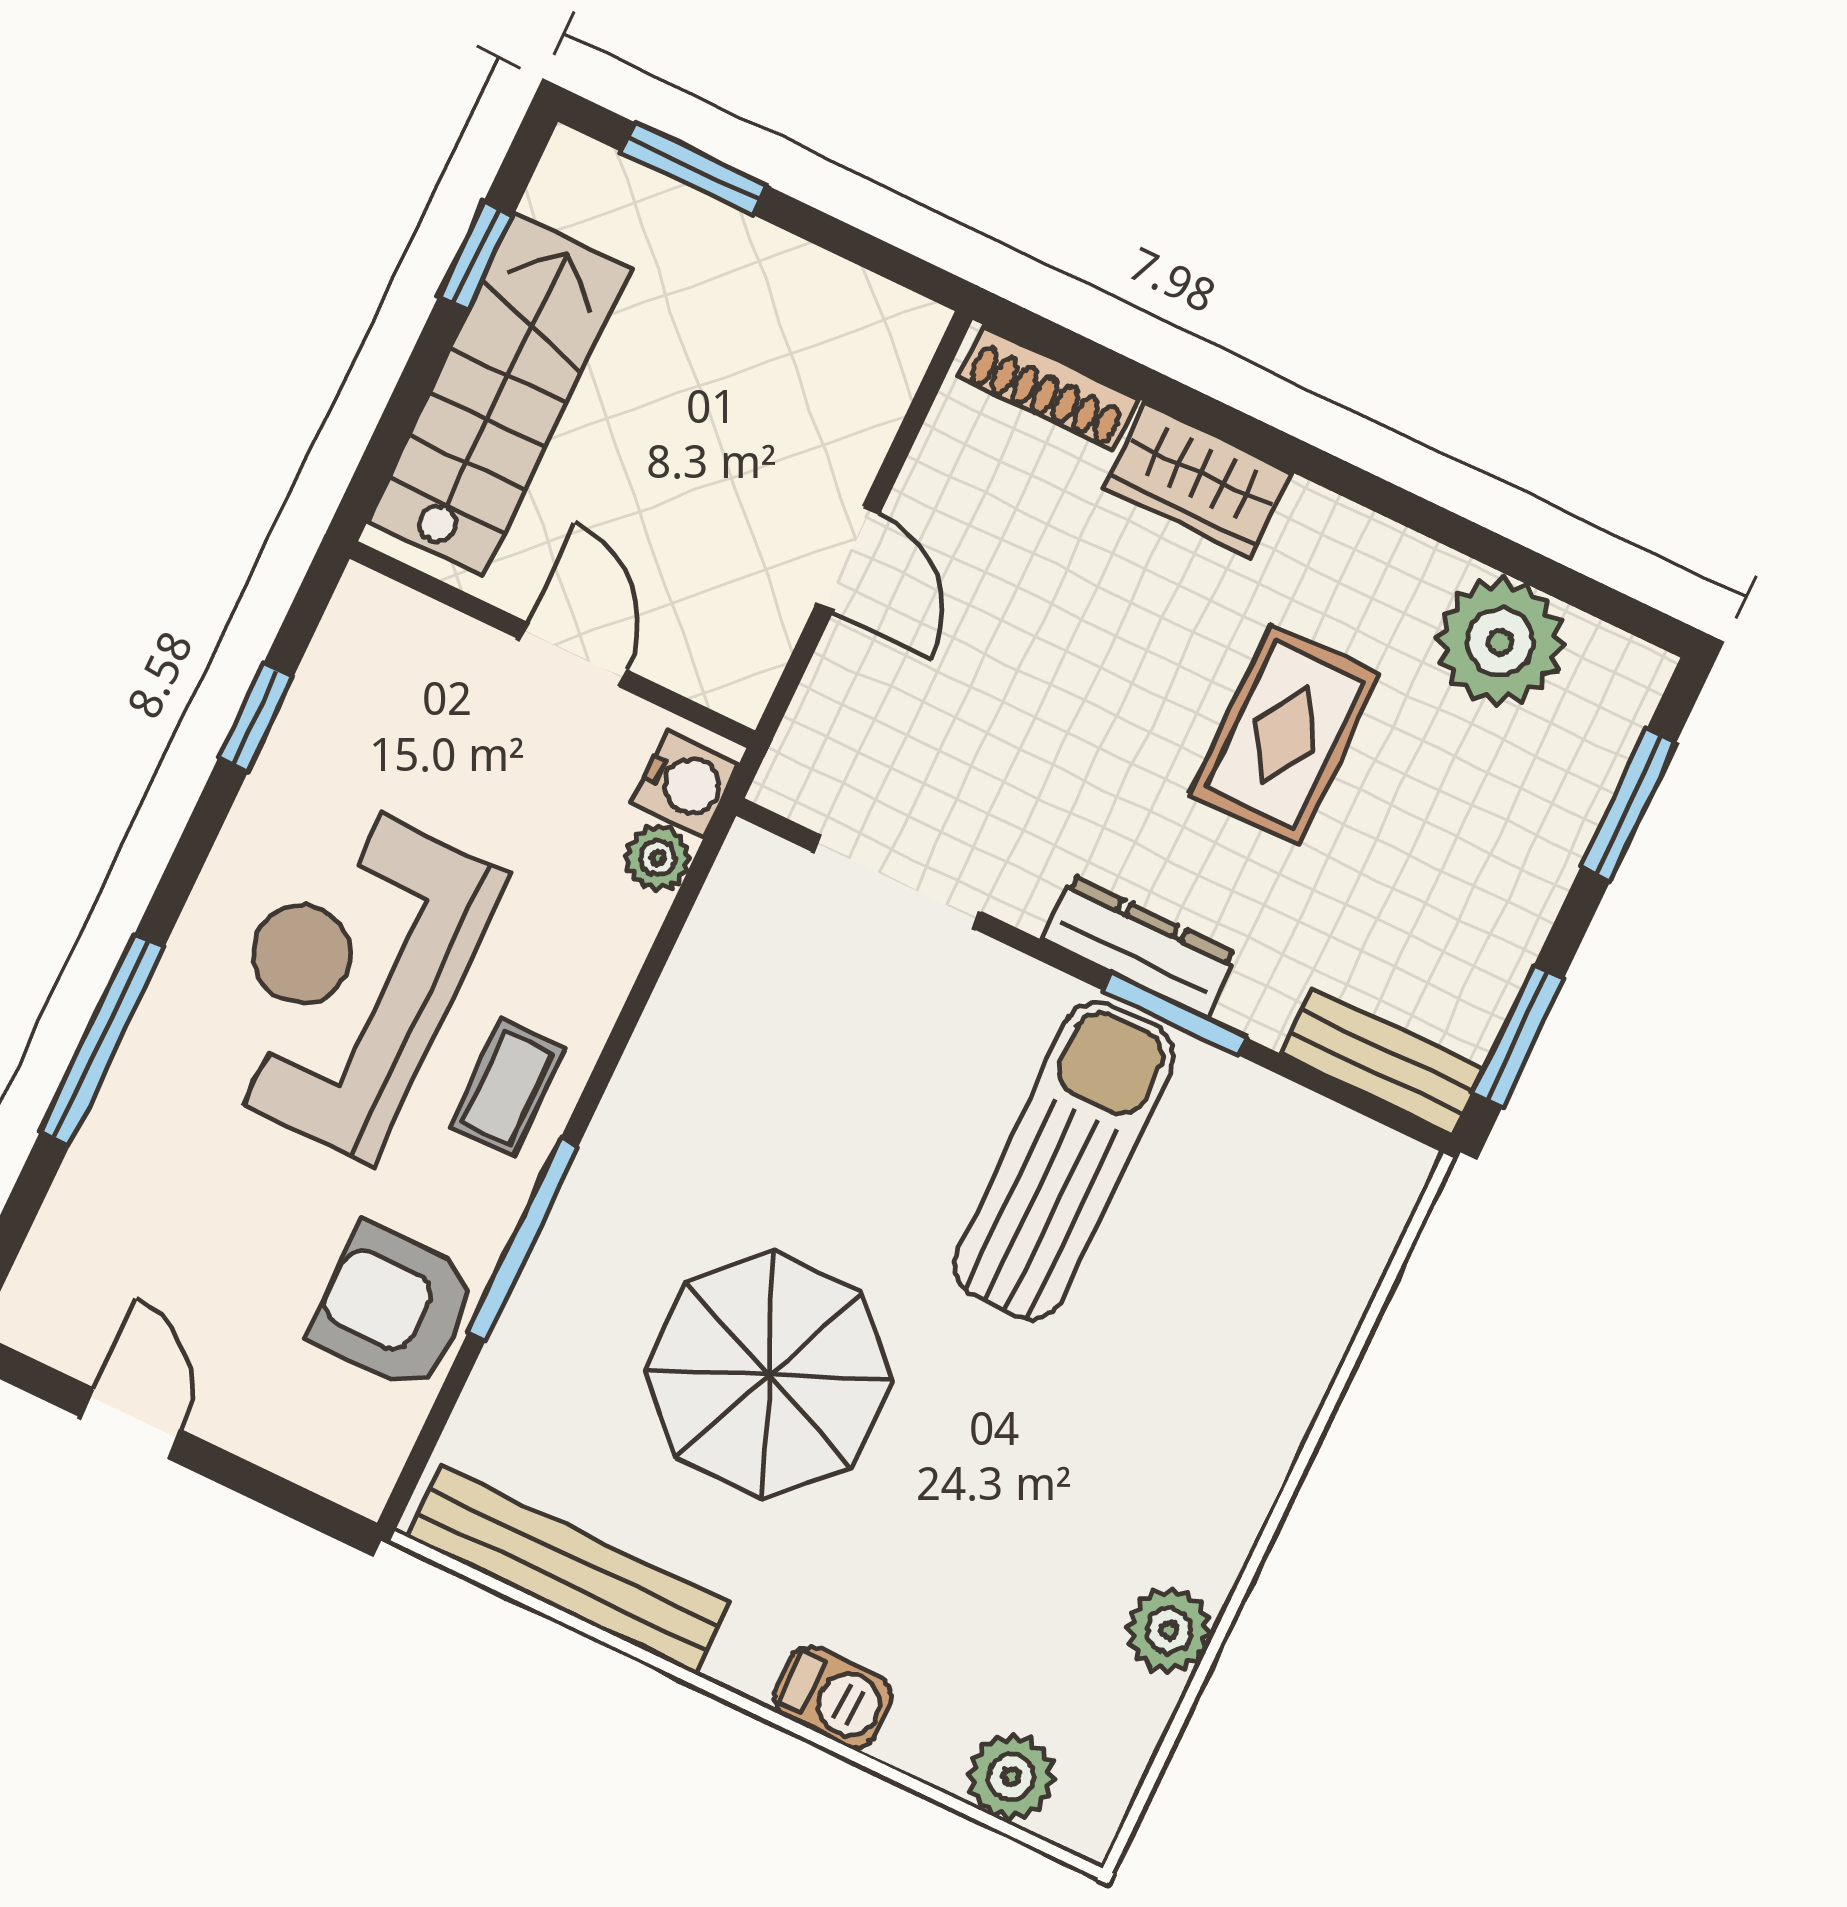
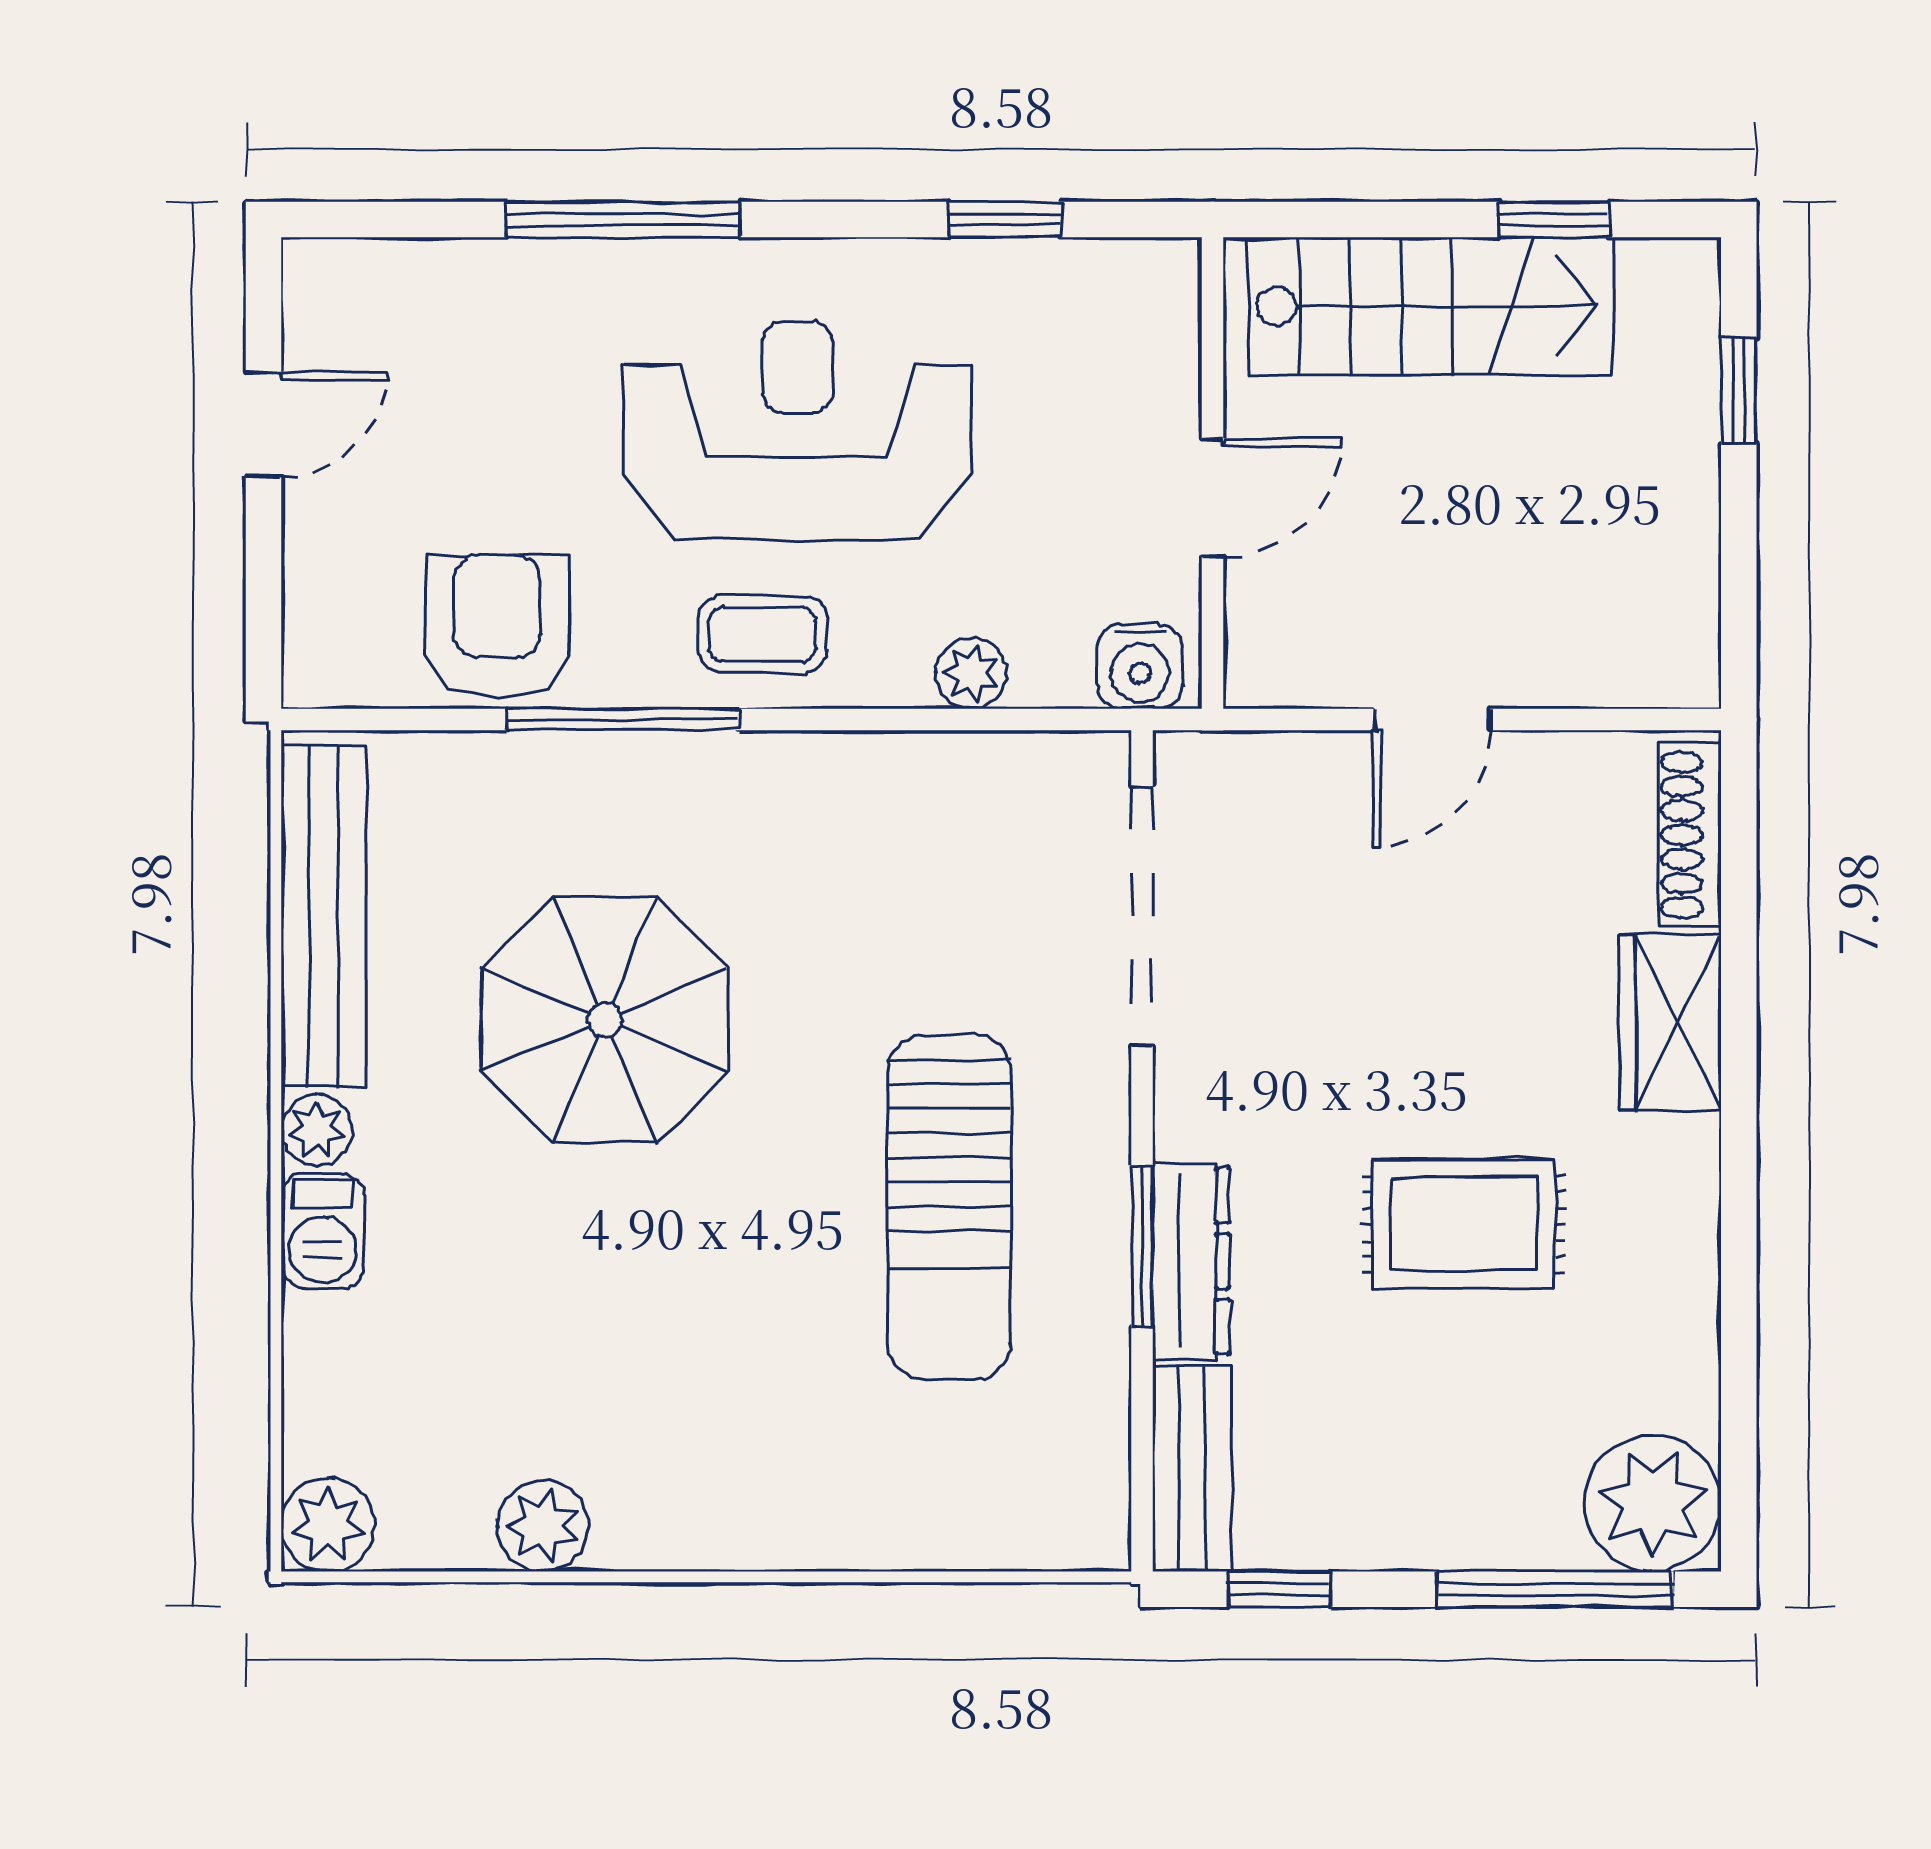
window: (694, 169) -> (1739, 391), width x0.67
plant: (1500, 642) -> (1653, 1503), moved
window: (1629, 804) -> (1555, 1589), width x1.44
plant: (658, 858) -> (971, 673), moved
doorway: (897, 882) -> (1142, 917), width x1.36
dresser: (1139, 947) -> (1191, 1261), moved
window: (1518, 1036) -> (1279, 1589), width x0.67
sun lounger: (1064, 1161) -> (949, 1207), turned 90
plant: (746, 1662) -> (317, 1130), added
plant: (1011, 1777) -> (328, 1525), moved

